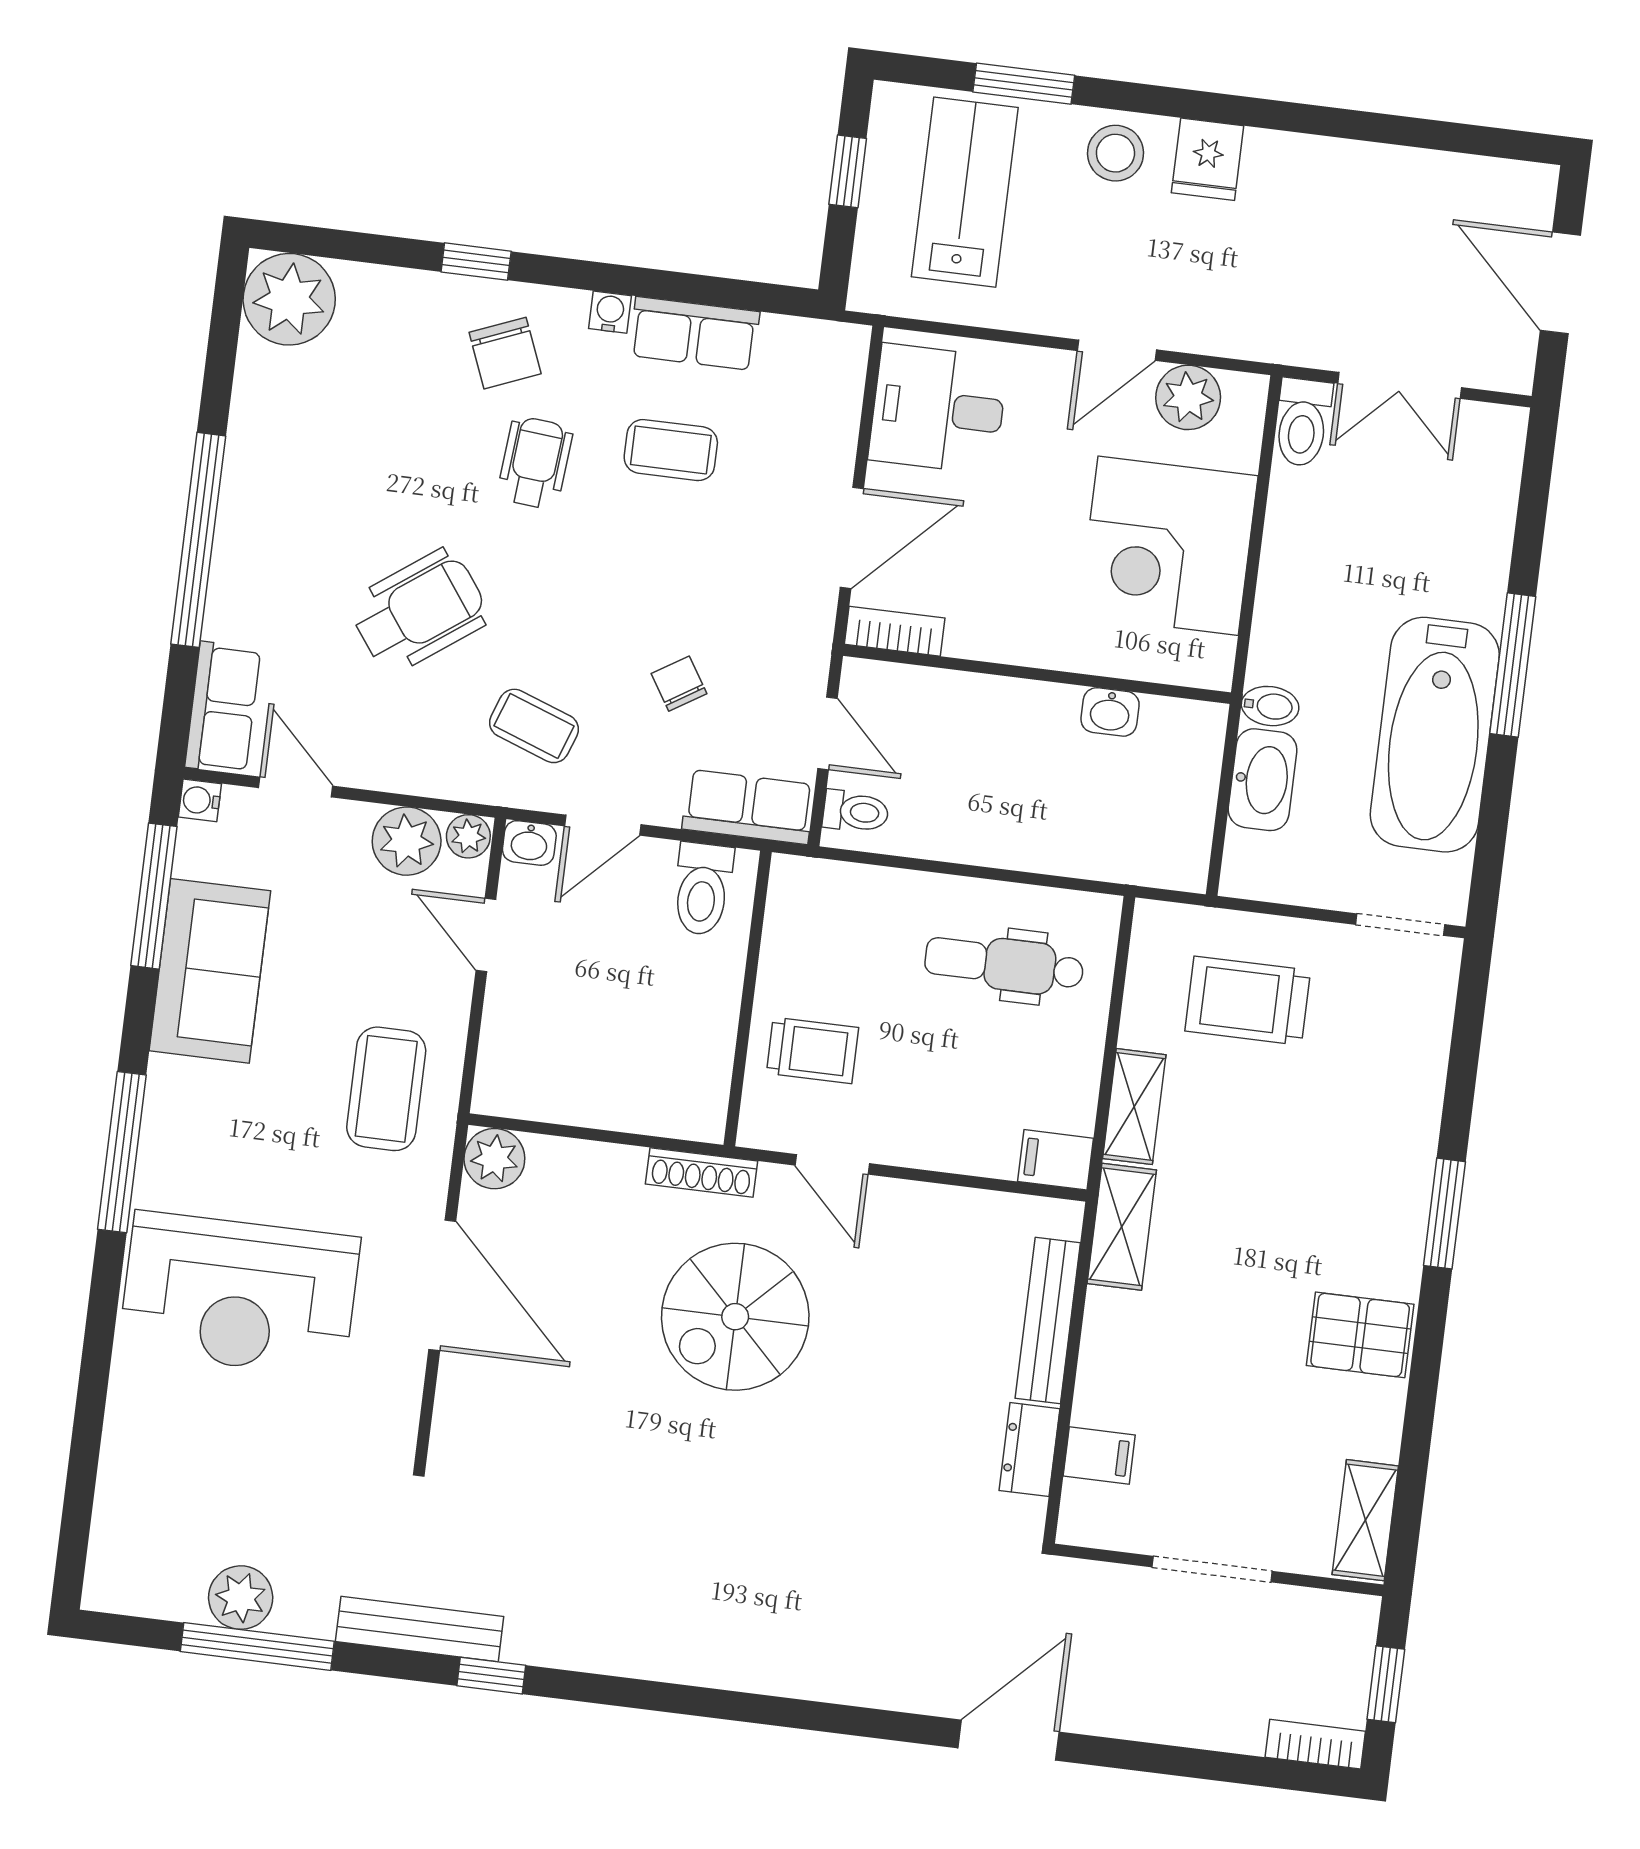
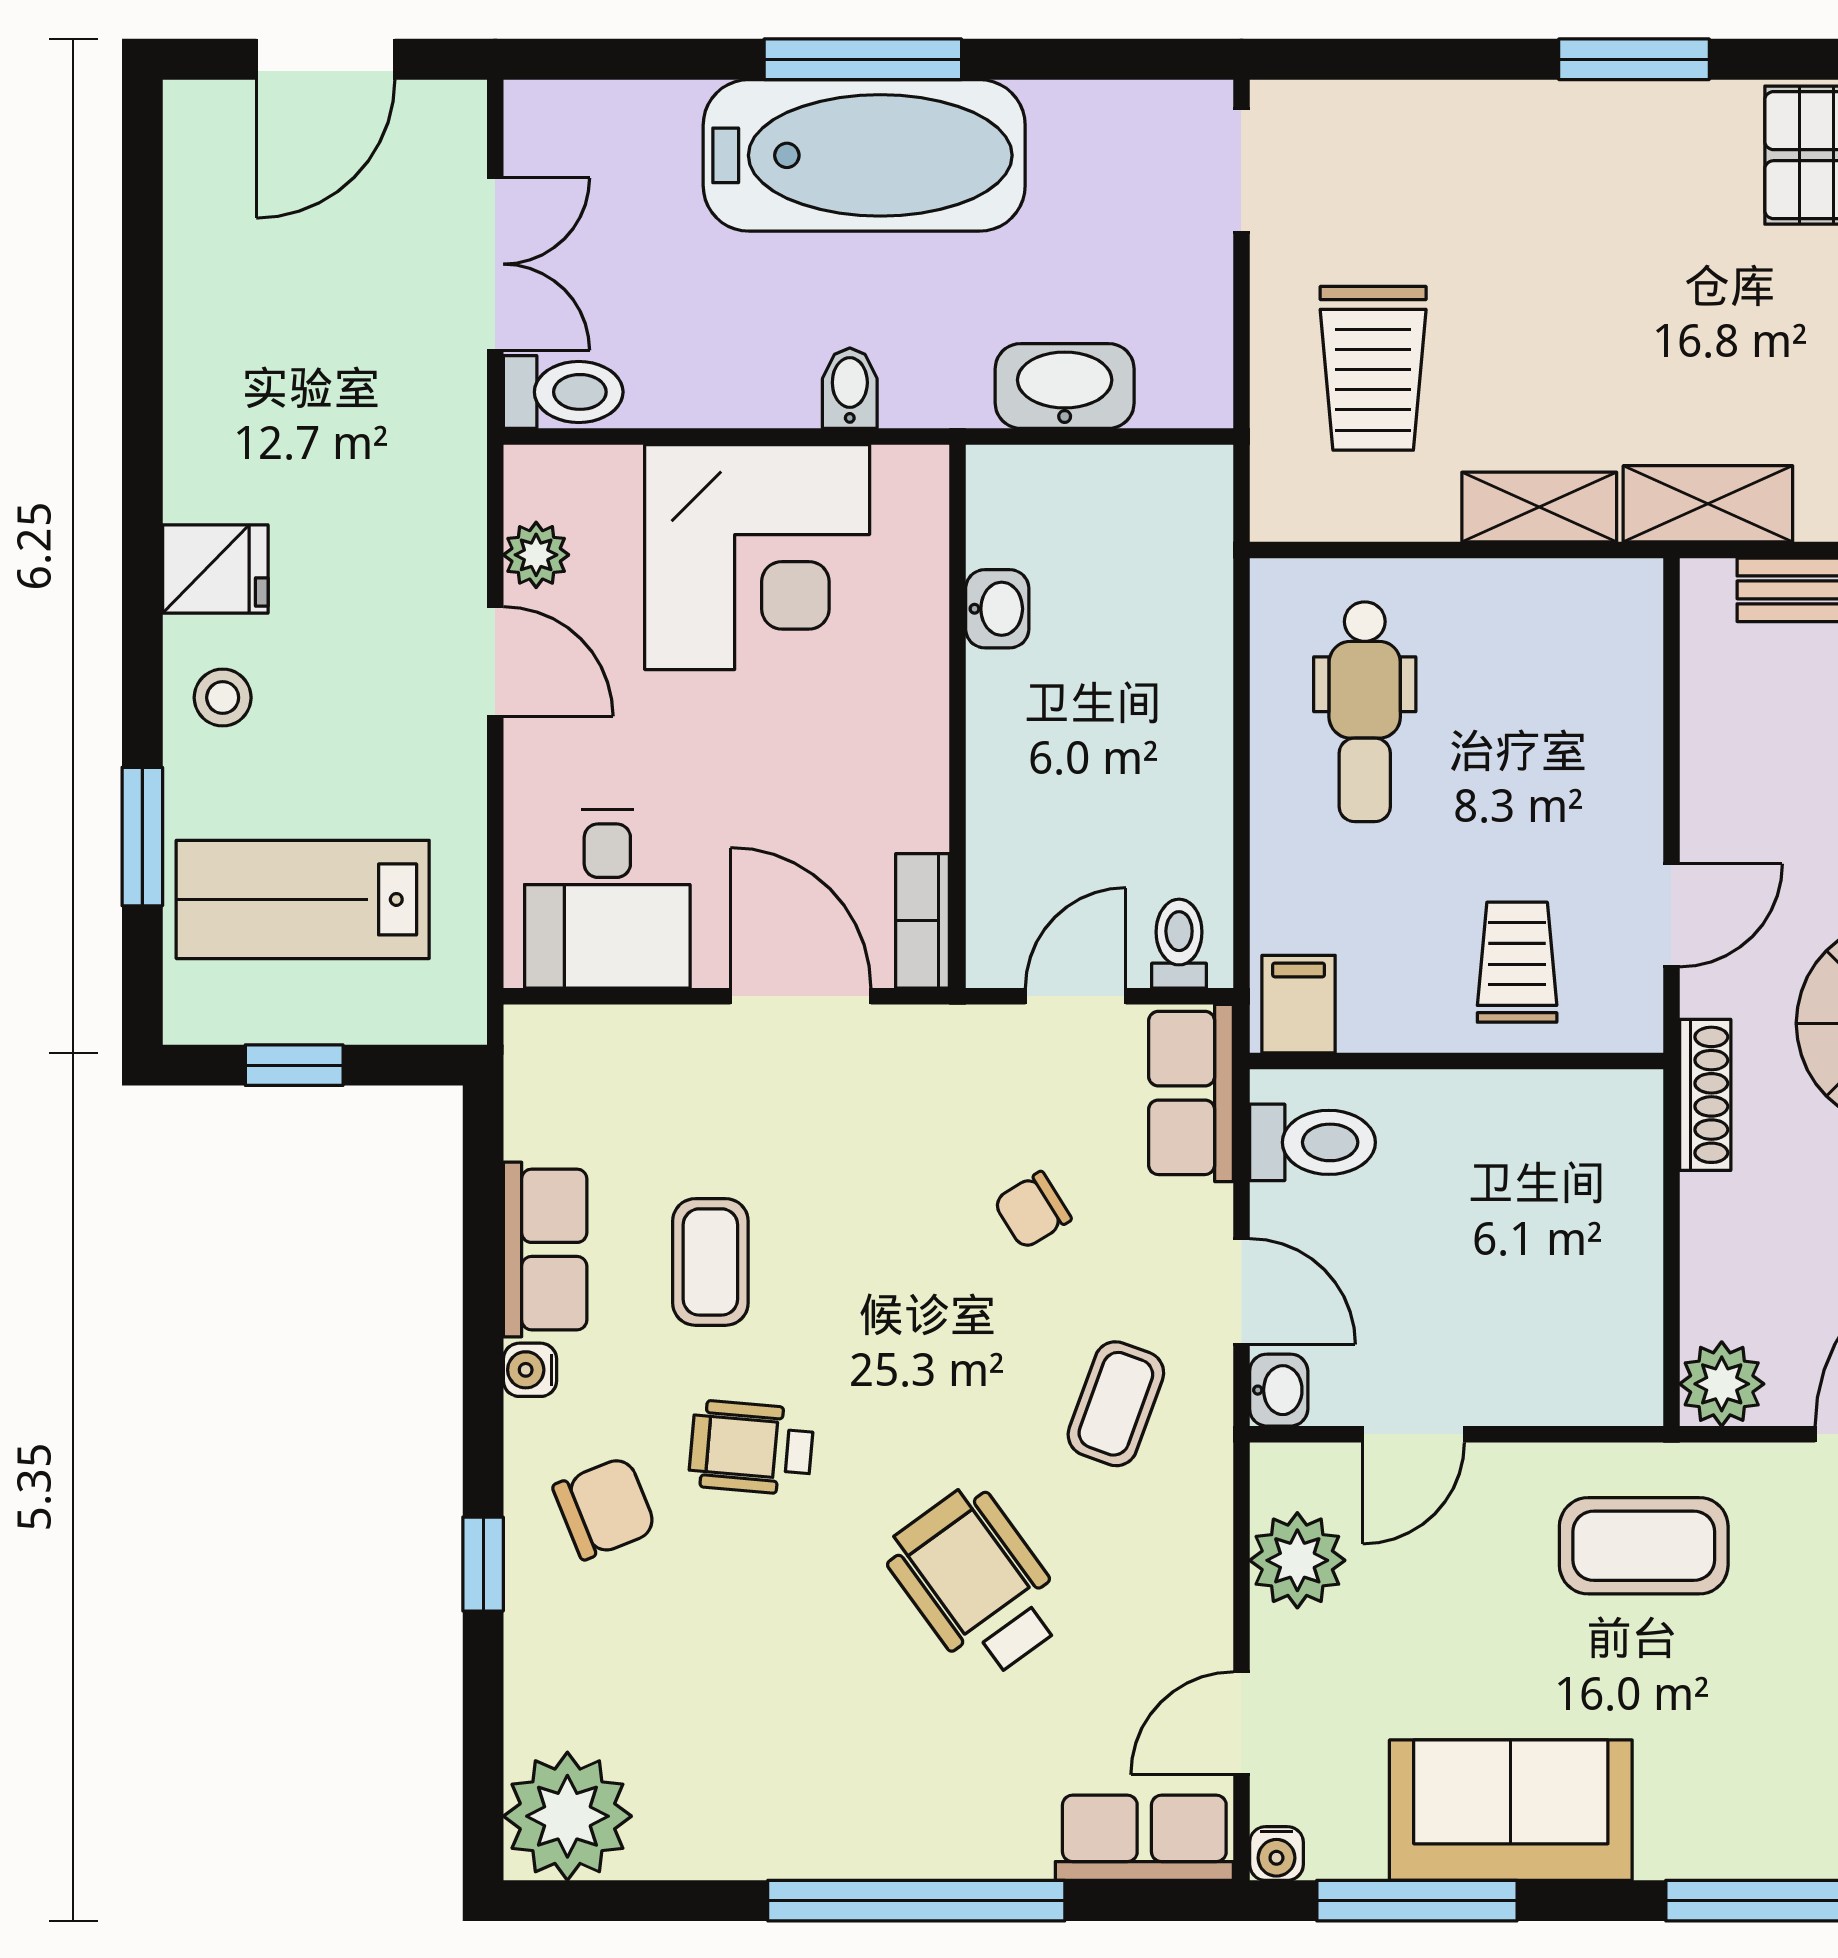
stool: (1115, 153) -> (223, 698), width x0.73, depth x0.73
plant: (1188, 397) -> (536, 555), width x0.73, depth x0.73
bidet: (1270, 706) -> (850, 388), moved
bathtub: (1435, 735) -> (864, 155), moved
plant: (468, 836) -> (1280, 1476), removed
filing cabinet: (1056, 1160) -> (1299, 1004), moved, turned 180

